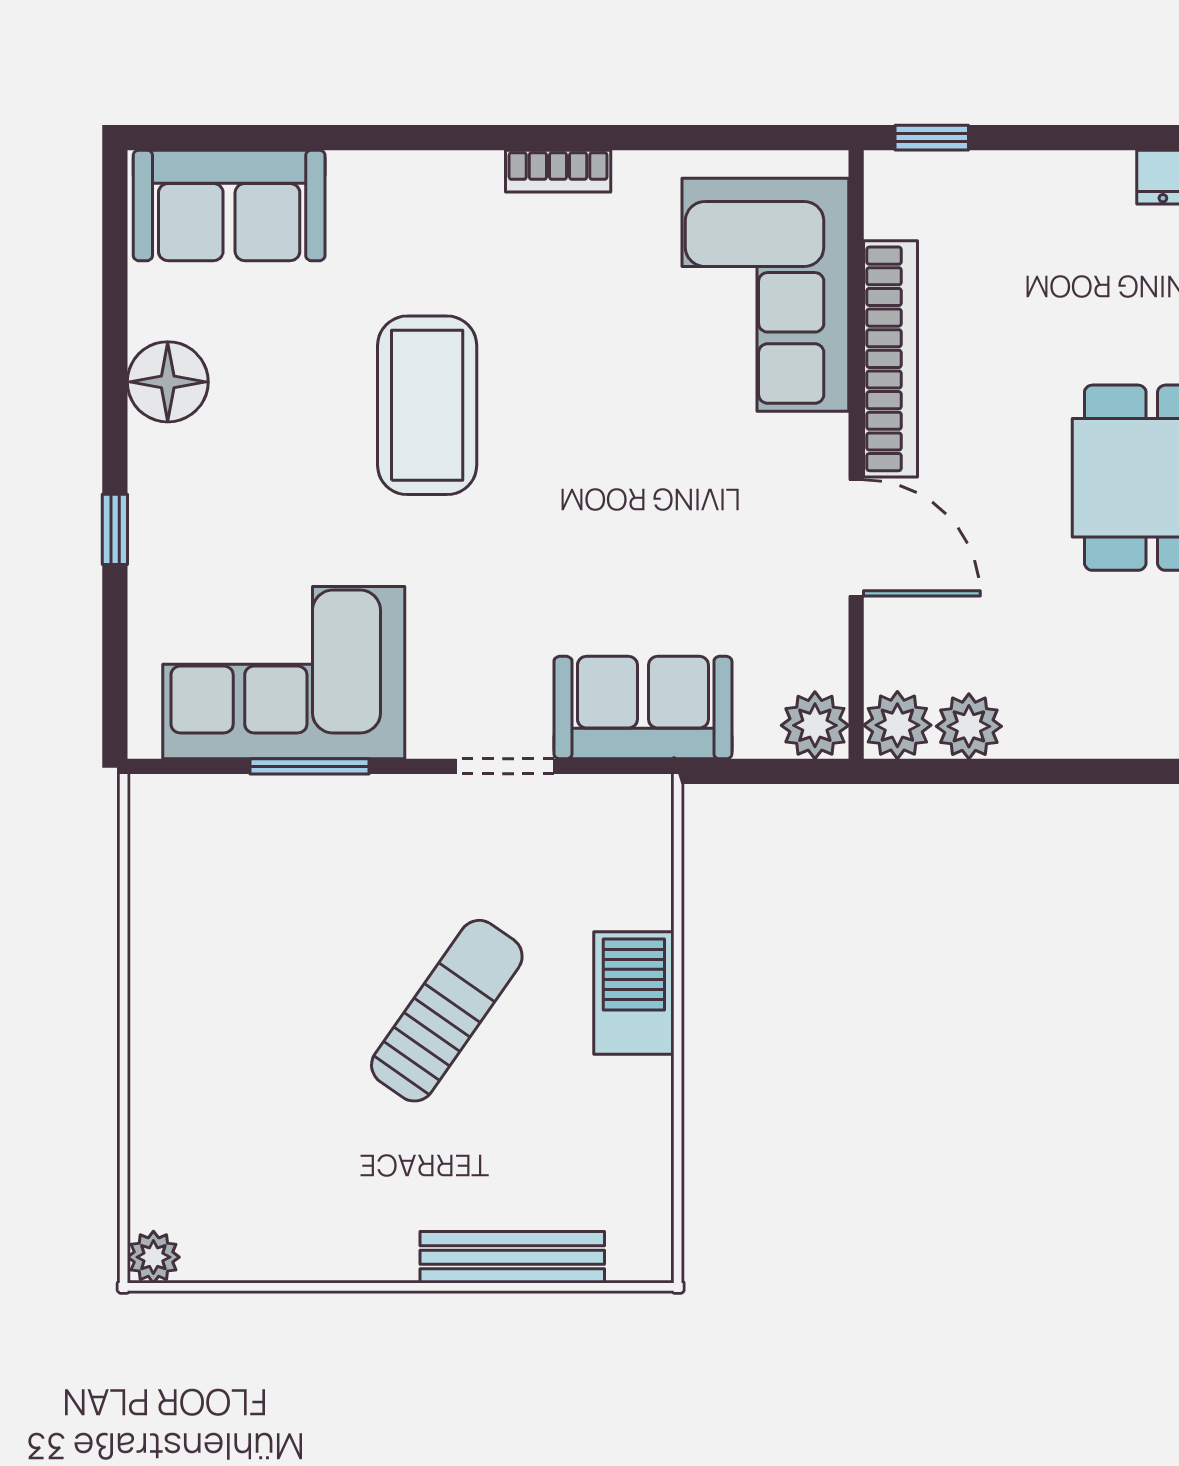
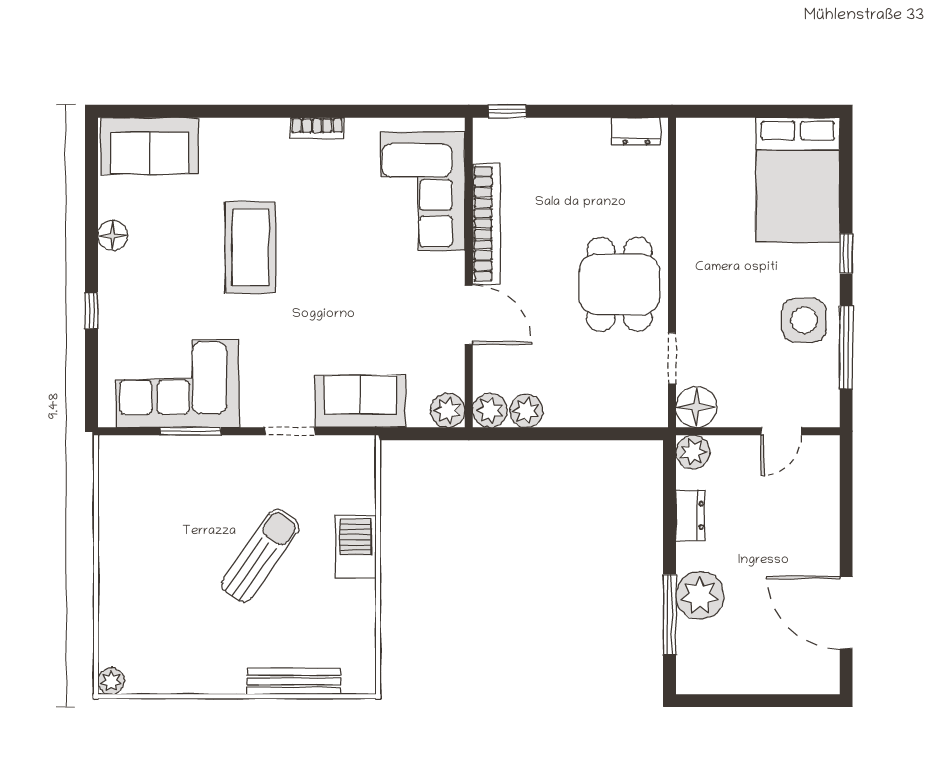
floor lamp: (168, 382) -> (113, 235), width x0.73, depth x0.73

